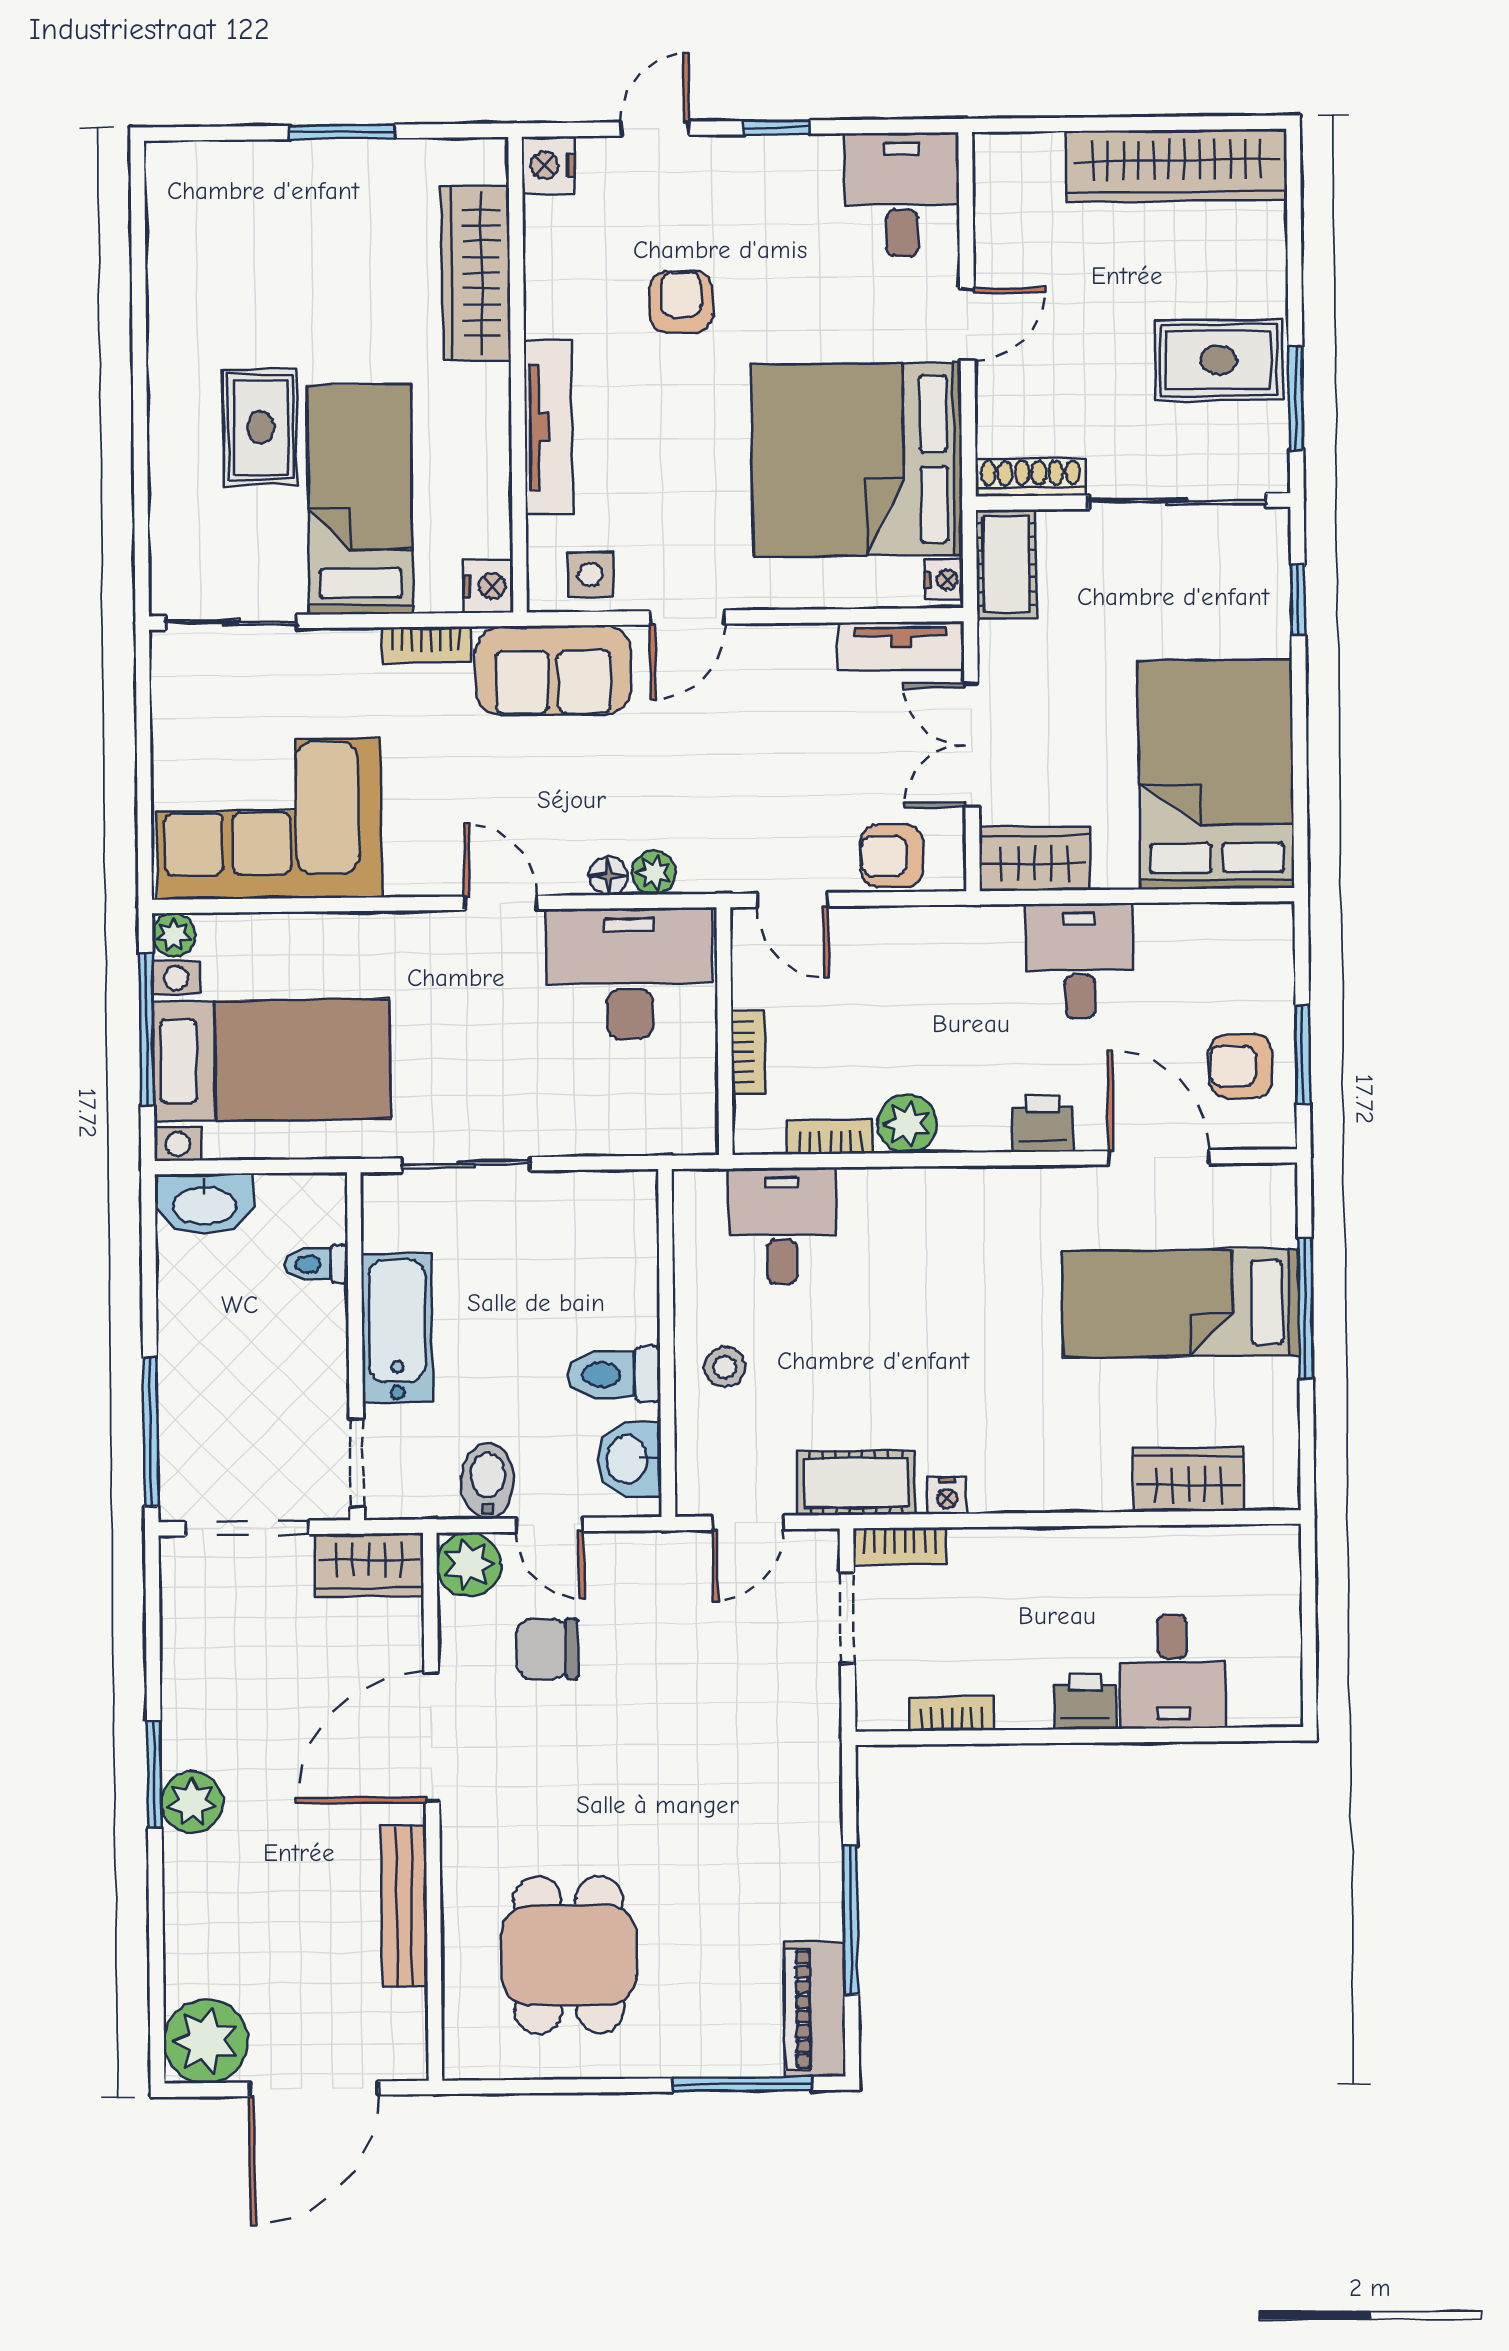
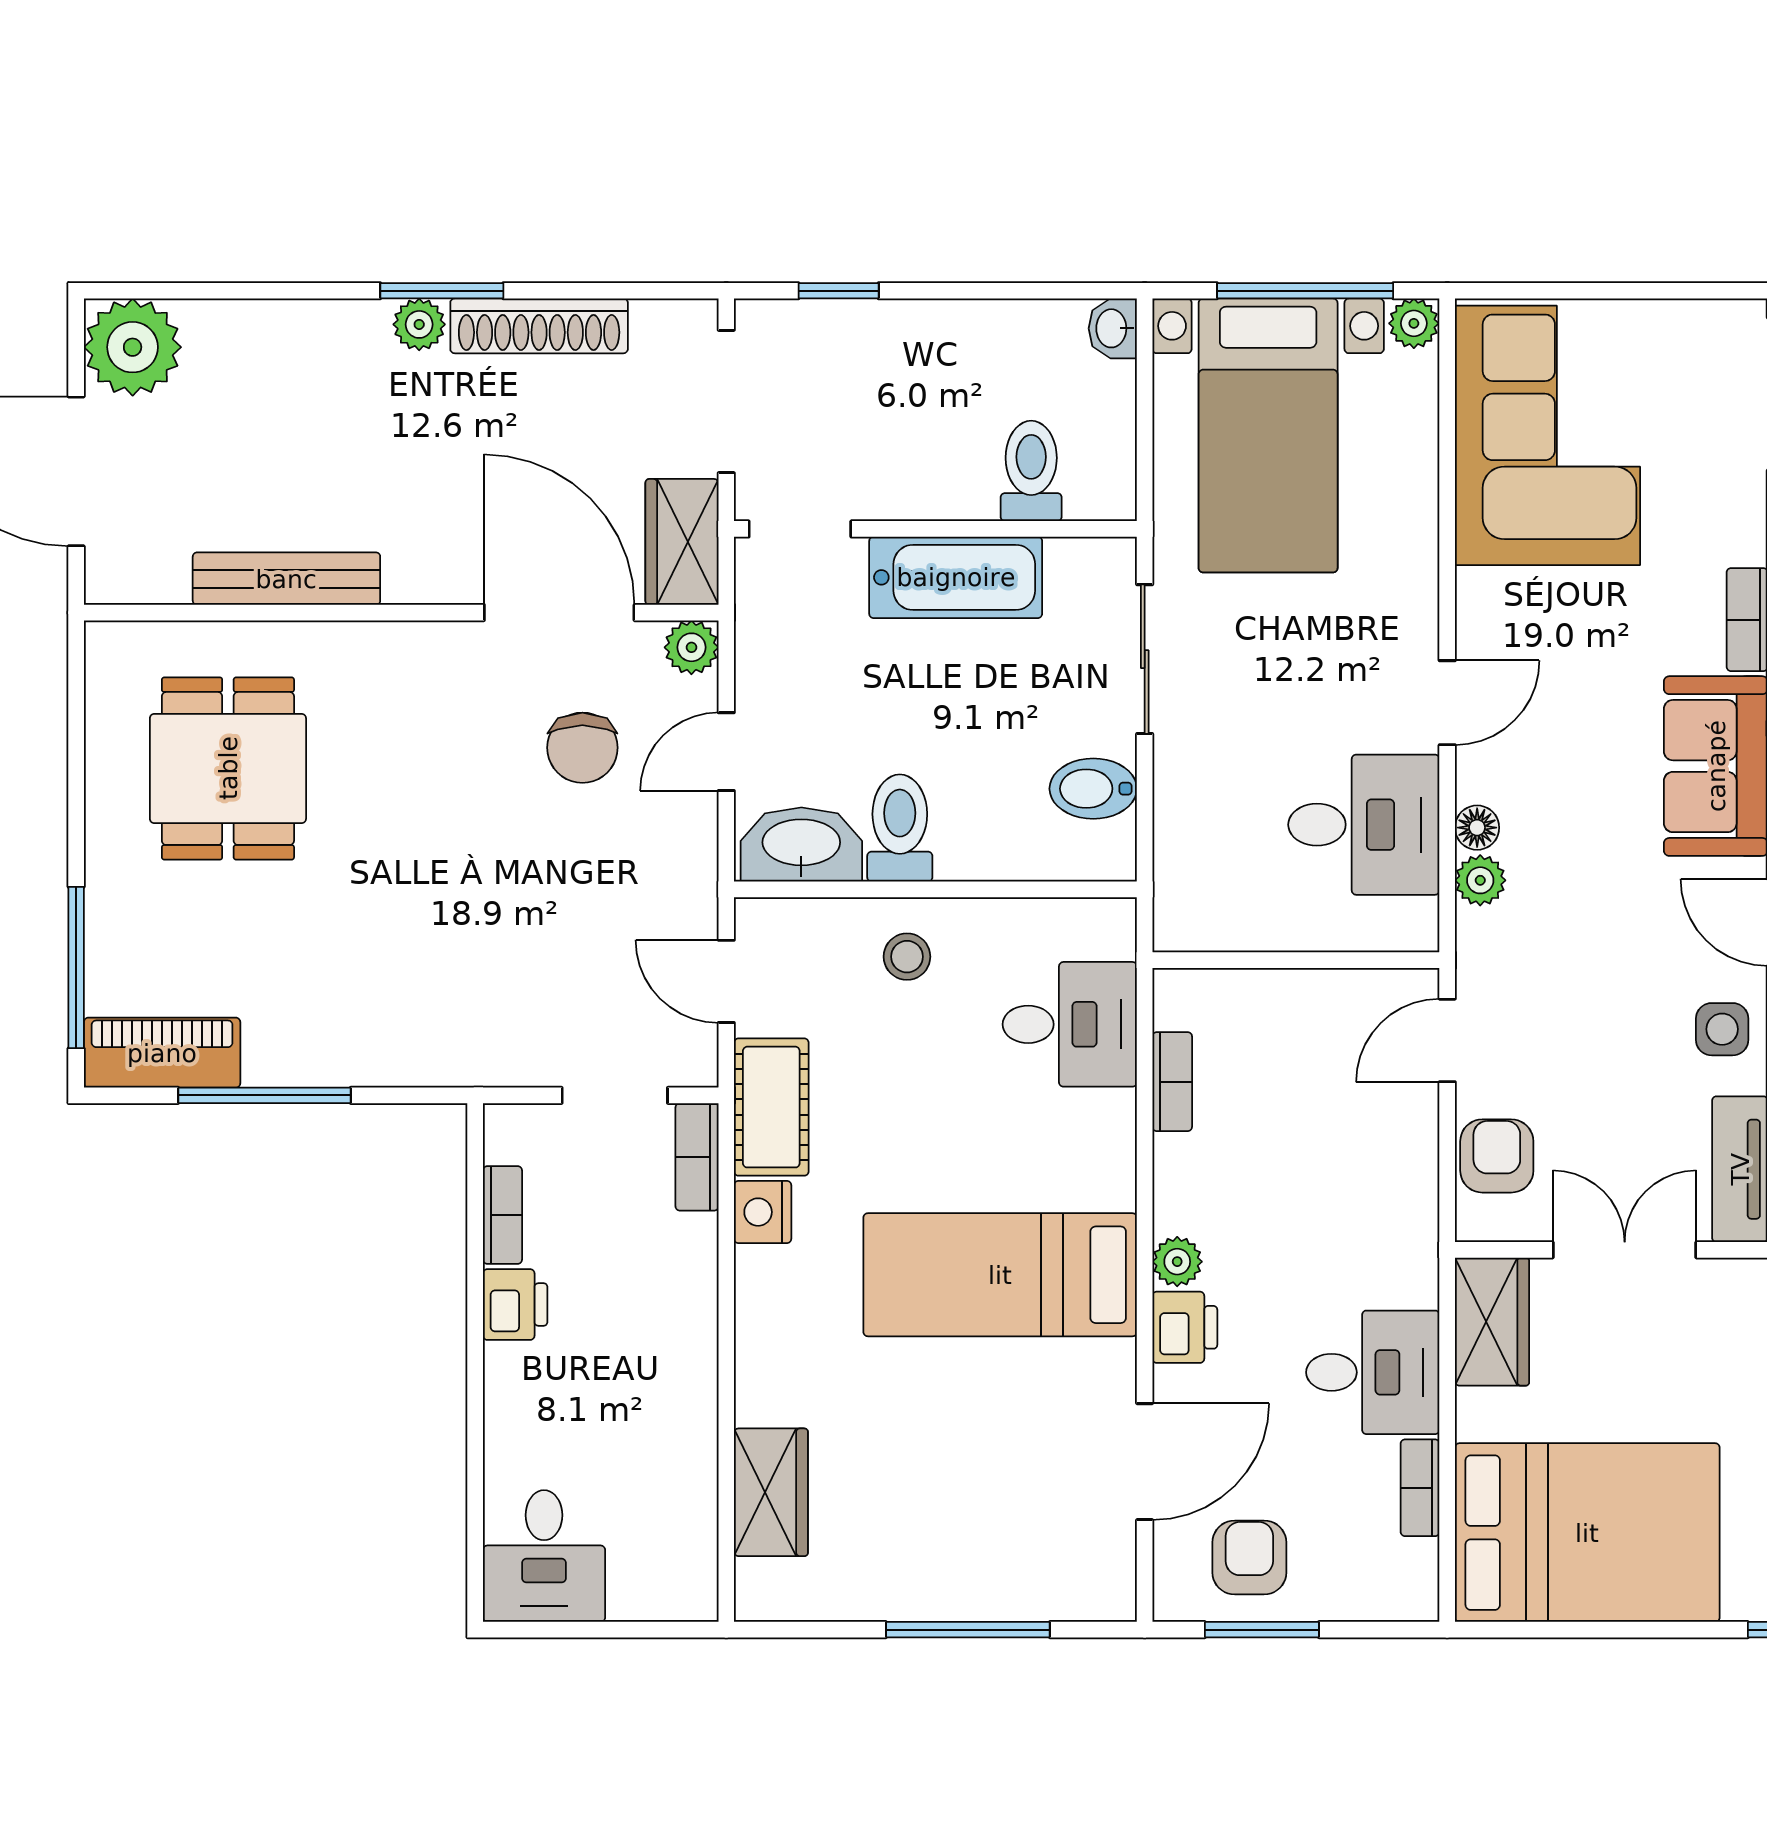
side table: (780, 663) -> (1722, 1029), added
desk: (629, 973) -> (1364, 825), width x0.73
bookcase: (748, 1052) -> (1420, 1488), moved, turned 90
plant: (907, 1124) -> (1177, 1262), moved, width x0.73, depth x0.73
washbasin: (204, 1204) -> (1113, 328), width x0.52, depth x0.69
toilet: (317, 1264) -> (1031, 471), width x1.37, depth x1.39
bed: (1181, 1303) -> (1000, 1275), moved, turned -90
window: (151, 1432) -> (839, 291), width x0.46
washbasin: (629, 1459) -> (801, 845), width x1.38
bidet: (488, 1481) -> (1093, 789), moved, turned 180
nightstand: (947, 1496) -> (763, 1212), width x1.39, depth x1.35
plant: (469, 1564) -> (691, 647), width x0.73, depth x0.73
chair: (548, 1649) -> (582, 748), turned 180
desk: (1173, 1672) -> (544, 1556), moved, turned -90
shoe rack: (184, 1690) -> (539, 326), added
printer: (1085, 1702) -> (515, 1305), moved
door: (432, 1737) -> (559, 613), moved
plant: (192, 1802) -> (419, 324), width x0.73, depth x0.73
dining table: (569, 1955) -> (228, 768), turned 90

